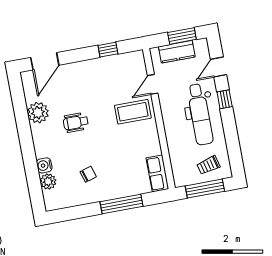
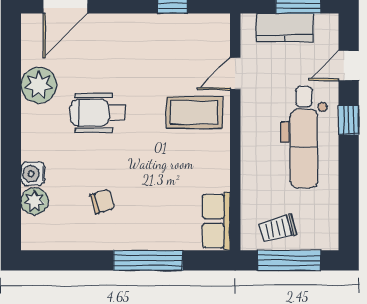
wheelchair: (76, 122) -> (98, 113), width x1.36, depth x1.37
trolley: (208, 165) -> (278, 228), moved

